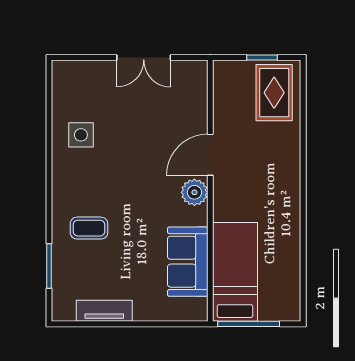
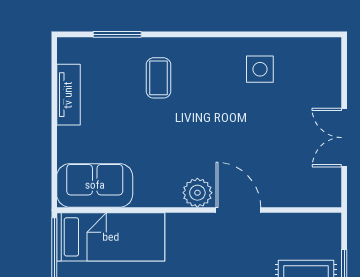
sofa: (188, 262) -> (95, 185), moved

